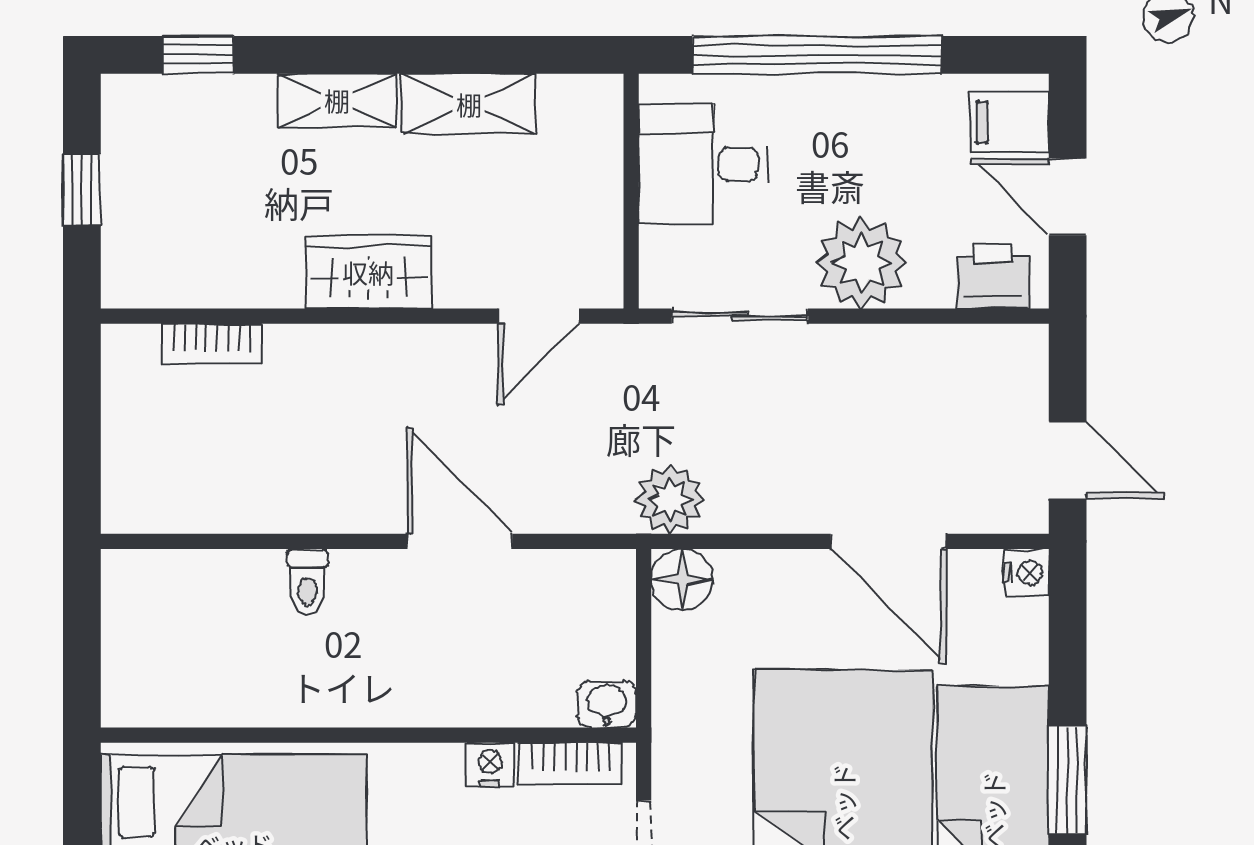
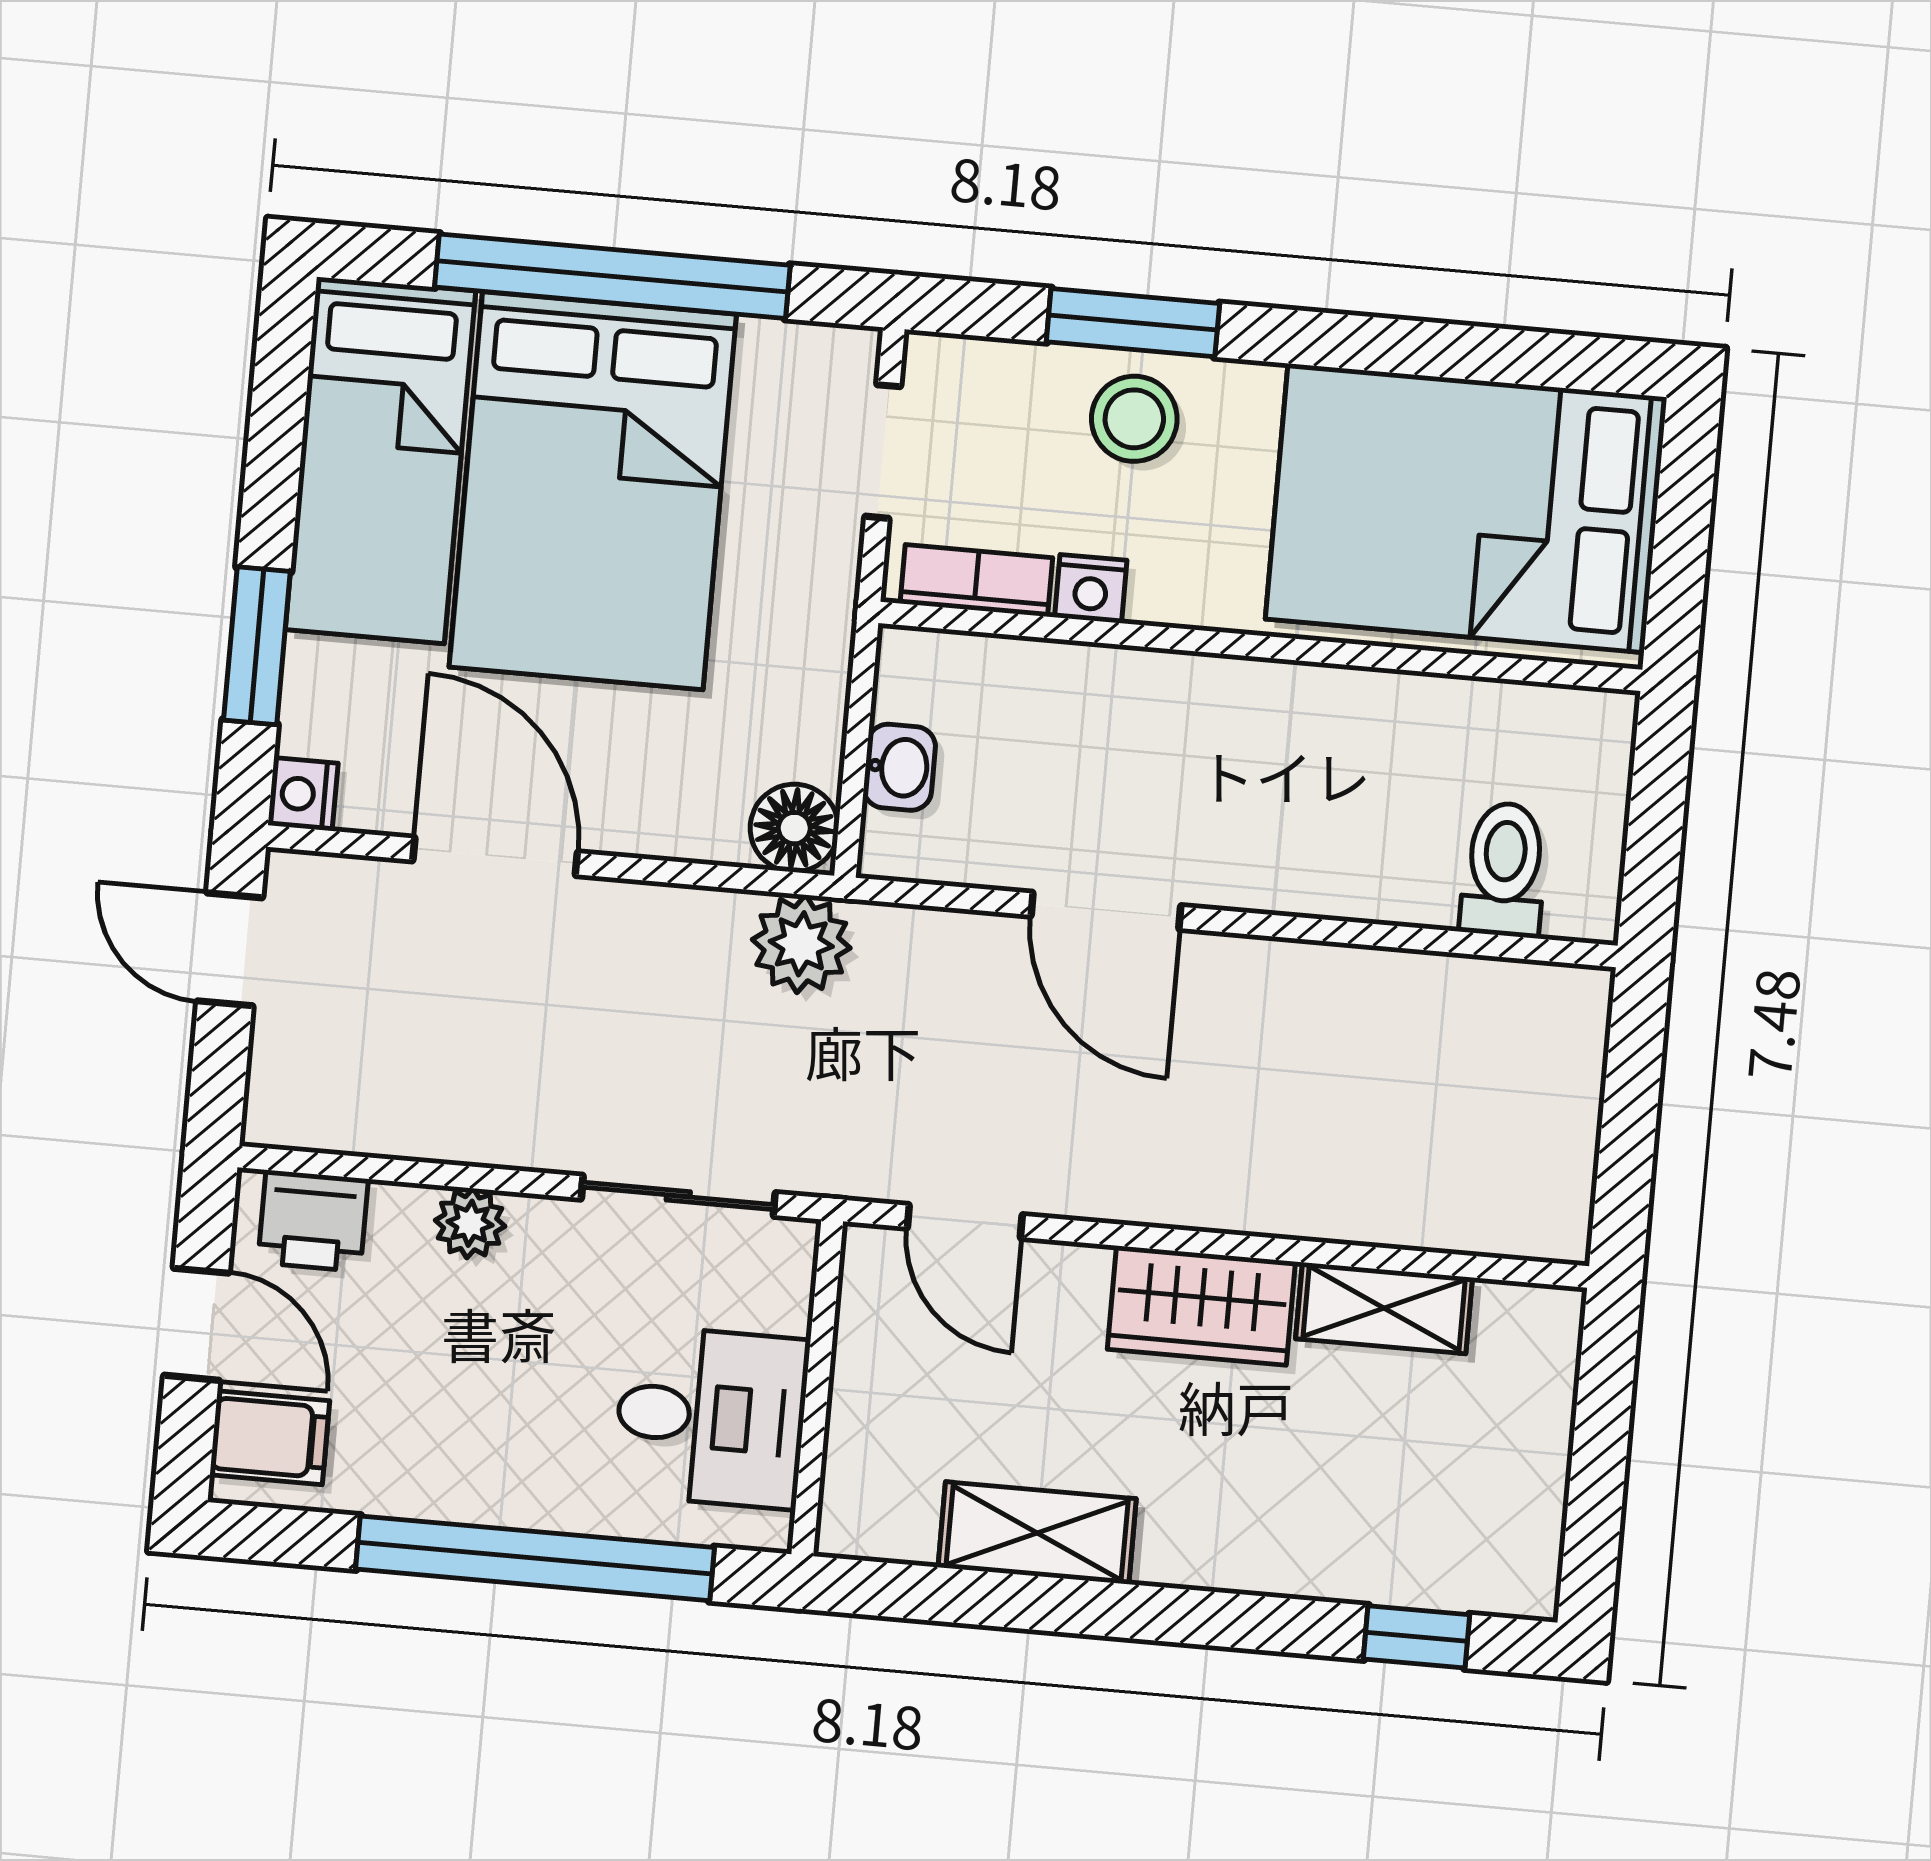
shelving: (337, 100) -> (1384, 1308), moved
window: (82, 190) -> (1599, 1459), removed
plant: (862, 263) -> (470, 1223), width x0.53, depth x0.53
door: (539, 316) -> (965, 1221), swing flipped
bookcase: (212, 344) -> (1434, 1224), removed
toilet: (307, 582) -> (1504, 869), moved, width x1.37, depth x1.39
washbasin: (607, 704) -> (900, 767), moved, turned -90
window: (1068, 780) -> (257, 646), moved

